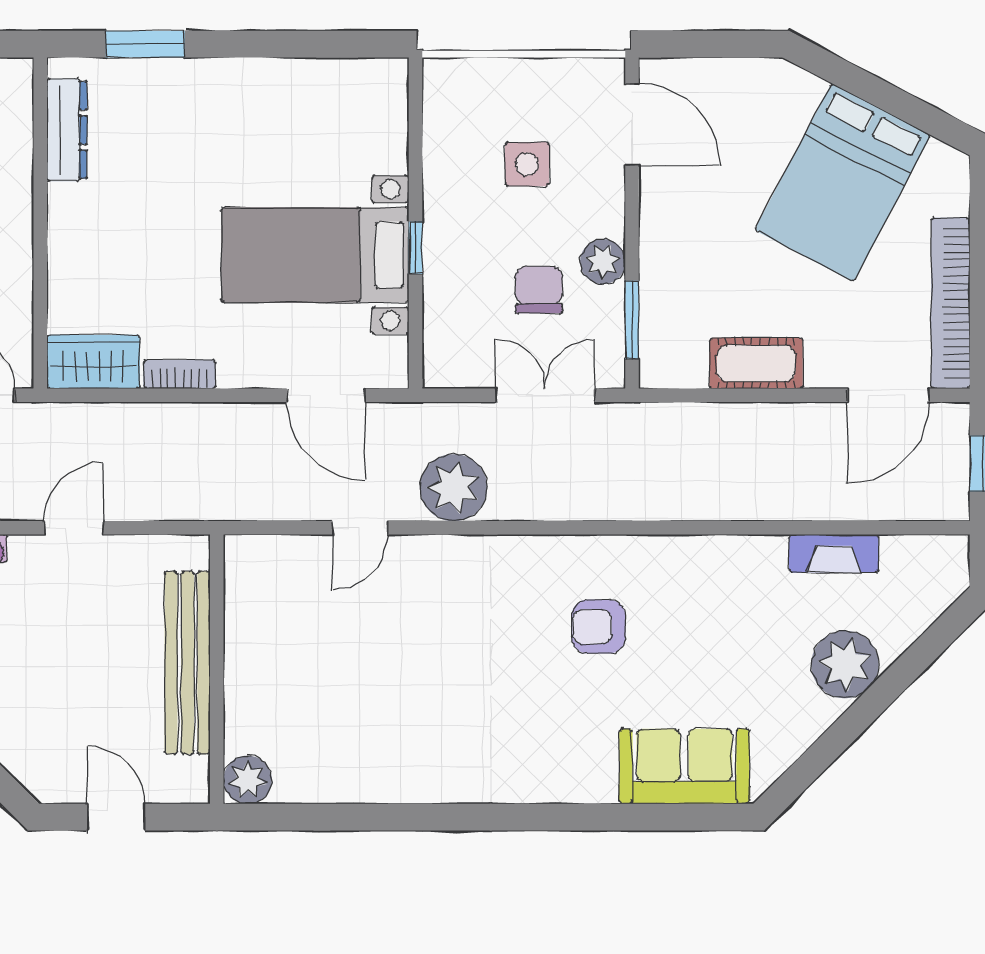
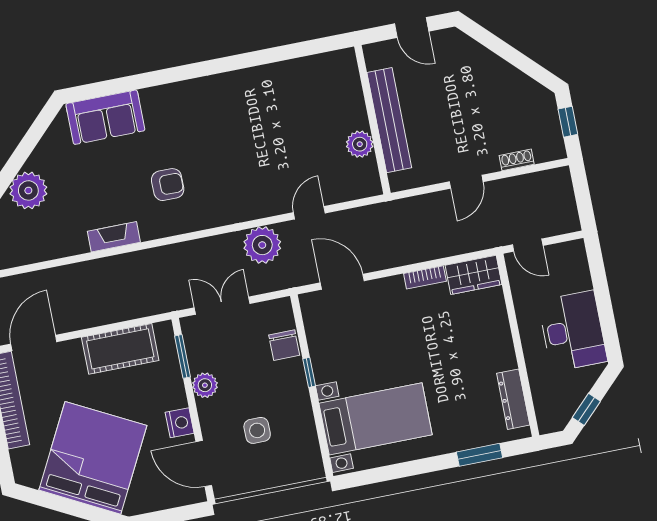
bed: (843, 182) -> (93, 458), width x1.36
nightstand: (660, 204) -> (180, 423), added
bed with nightstands: (315, 255) -> (376, 419), moved
chair: (539, 290) -> (284, 345), moved
cot: (756, 363) -> (120, 349), width x1.37, depth x1.34
double door: (545, 395) -> (222, 306), swing flipped
fireplace: (834, 554) -> (114, 237), moved
plant: (248, 780) -> (360, 144), moved

